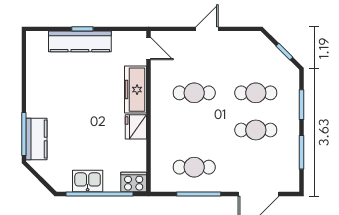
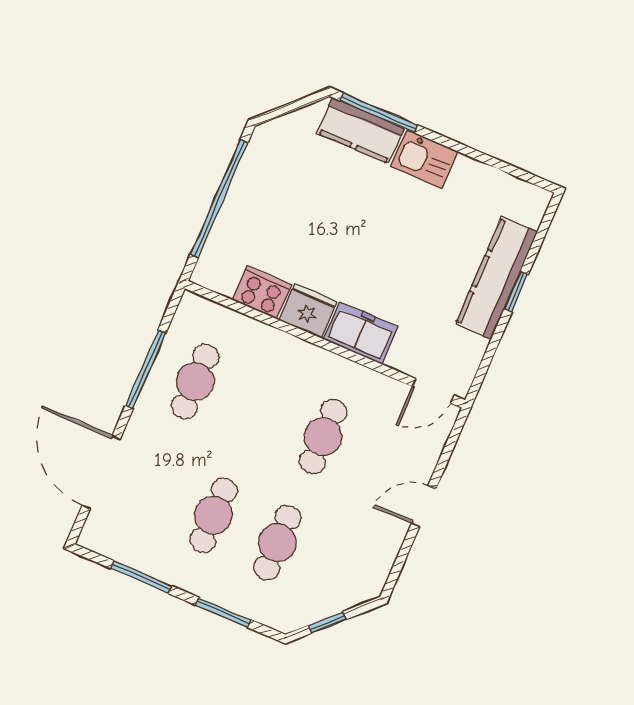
door: (207, 29) -> (424, 506), swing flipped
freezer: (136, 90) -> (361, 333), width x0.71
kitchen sink: (88, 181) -> (424, 159), moved, turned 90
cooker: (134, 182) -> (262, 292), moved, turned -90

